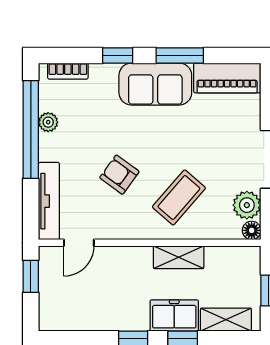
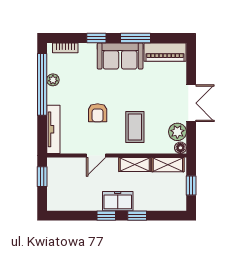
armchair: (119, 175) -> (98, 113), turned -126
coffee table: (179, 197) -> (135, 127), turned -41
door: (79, 243) -> (96, 156), moved
freezer: (174, 315) -> (118, 201), moved
shelving: (226, 320) -> (168, 165), moved

